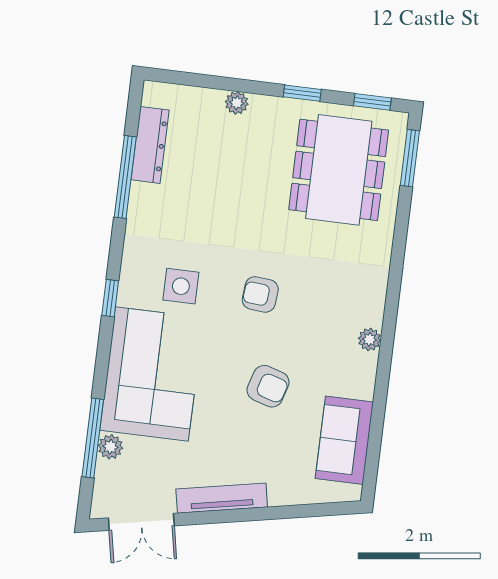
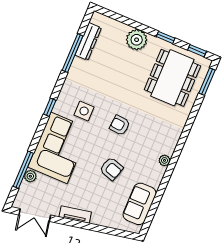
plant: (237, 103) -> (137, 40), width x1.88, depth x1.88
tv unit: (222, 498) -> (75, 215), width x0.71

